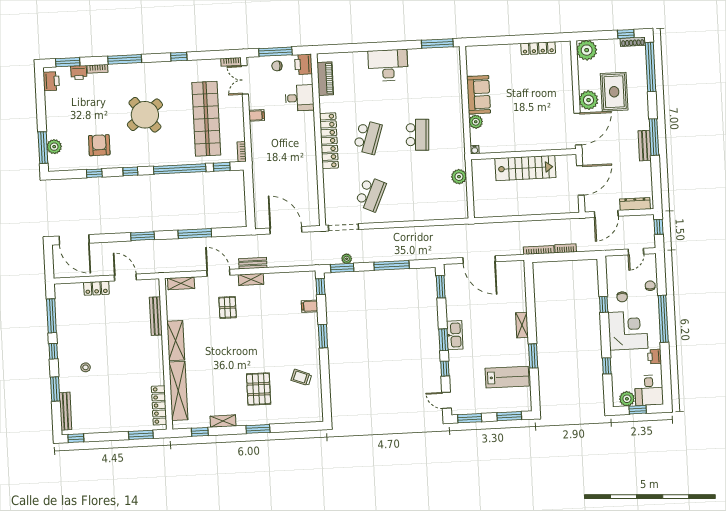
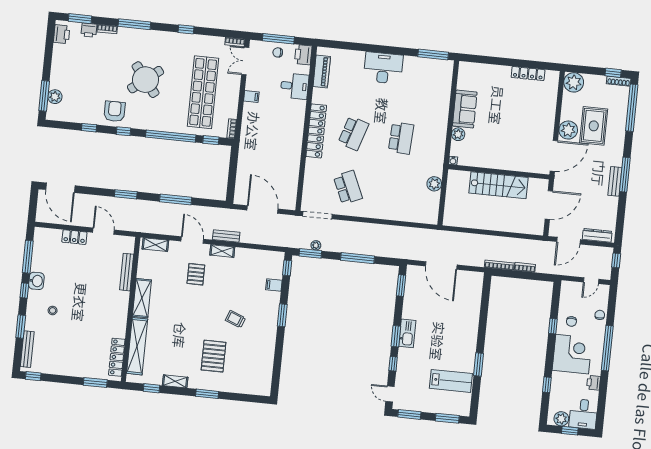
armchair: (99, 145) -> (115, 111), moved
school desk: (371, 194) -> (348, 187), turned -48
shelving: (522, 325) -> (472, 334), removed
washbasin: (64, 339) -> (36, 281), added
trolley: (301, 377) -> (235, 319), moved

